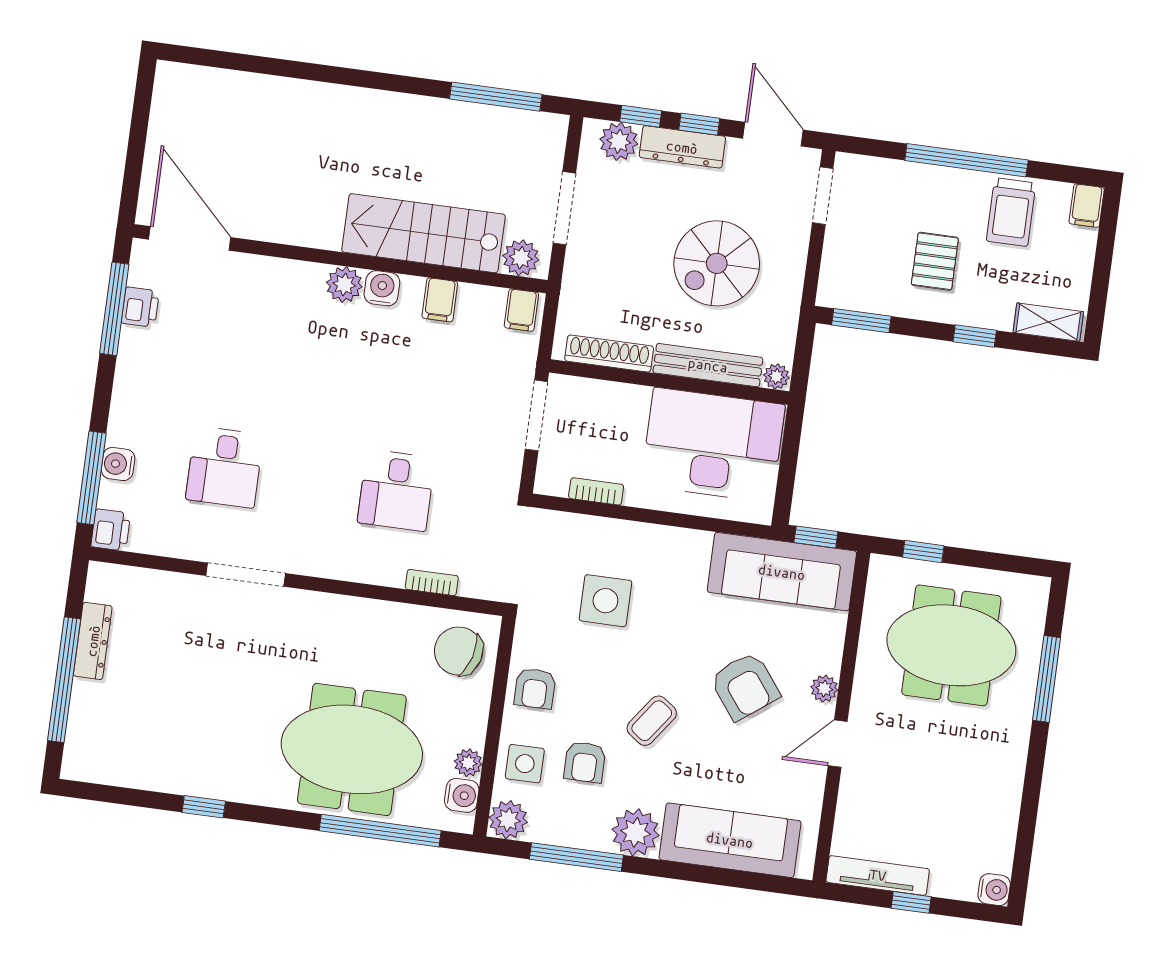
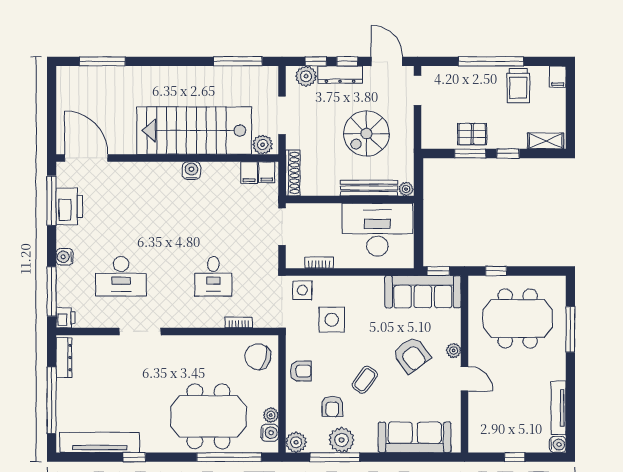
window: (244, 63) -> (102, 61), added
stairs: (424, 233) -> (194, 131), width x1.36, depth x1.51
pallet: (935, 261) -> (472, 134), moved, turned 90
plant: (344, 285) -> (171, 171), removed
filing cabinet: (440, 300) -> (249, 173), moved
printer: (140, 307) -> (69, 206), width x1.87, depth x1.48
window: (861, 321) -> (470, 153), moved
shoe rack: (609, 354) -> (293, 173), moved, turned 90
water cooler: (118, 464) -> (65, 257), moved
desk: (225, 467) -> (121, 276), width x1.37
dresser: (93, 641) -> (64, 358), moved
armchair: (535, 688) -> (301, 371), turned -90
door: (838, 744) -> (465, 379), swing flipped
side table: (525, 764) -> (302, 290), moved
tv unit: (143, 771) -> (100, 442), added
plant: (636, 832) -> (342, 440), moved
tv unit: (878, 875) -> (559, 408), moved, turned -90

